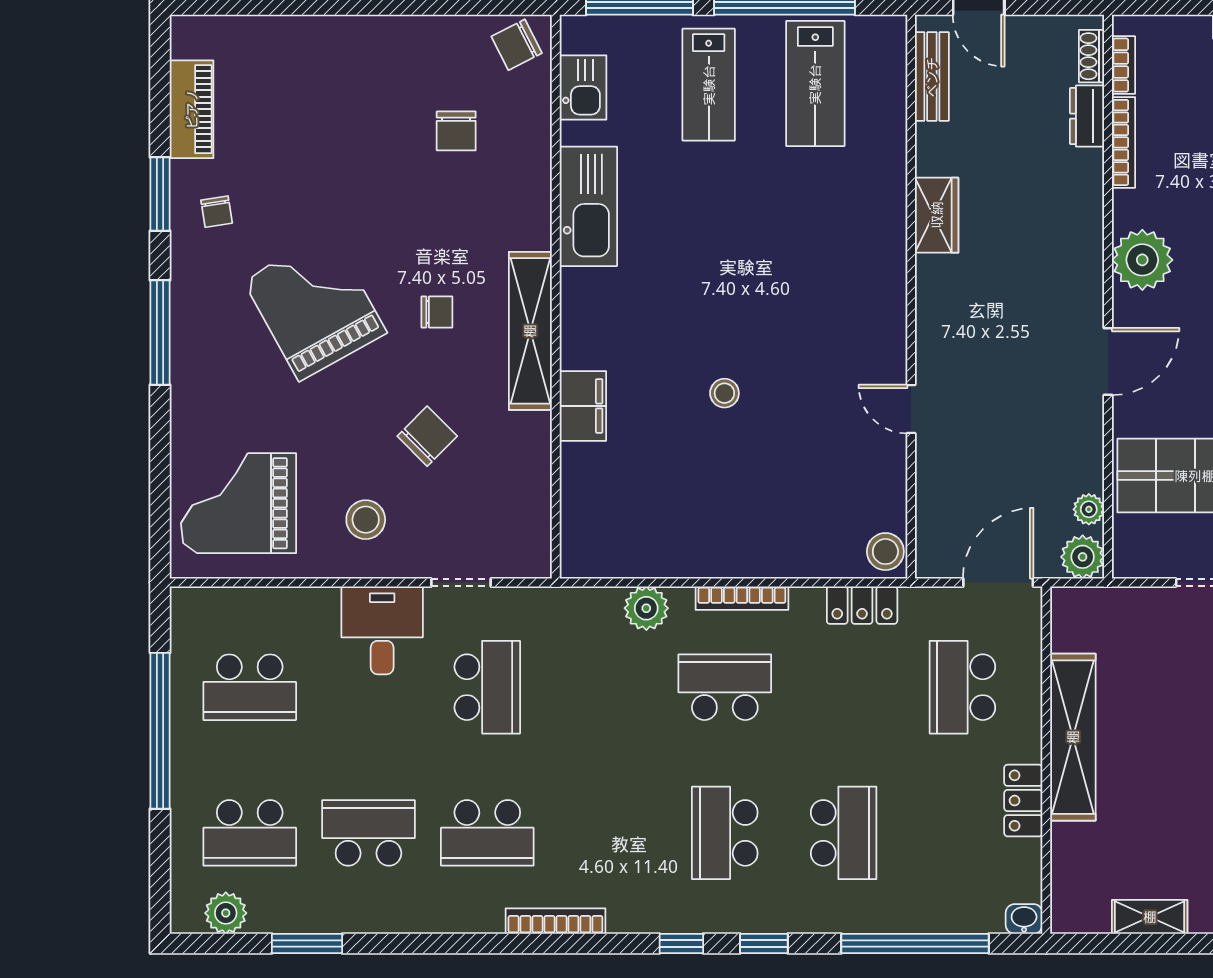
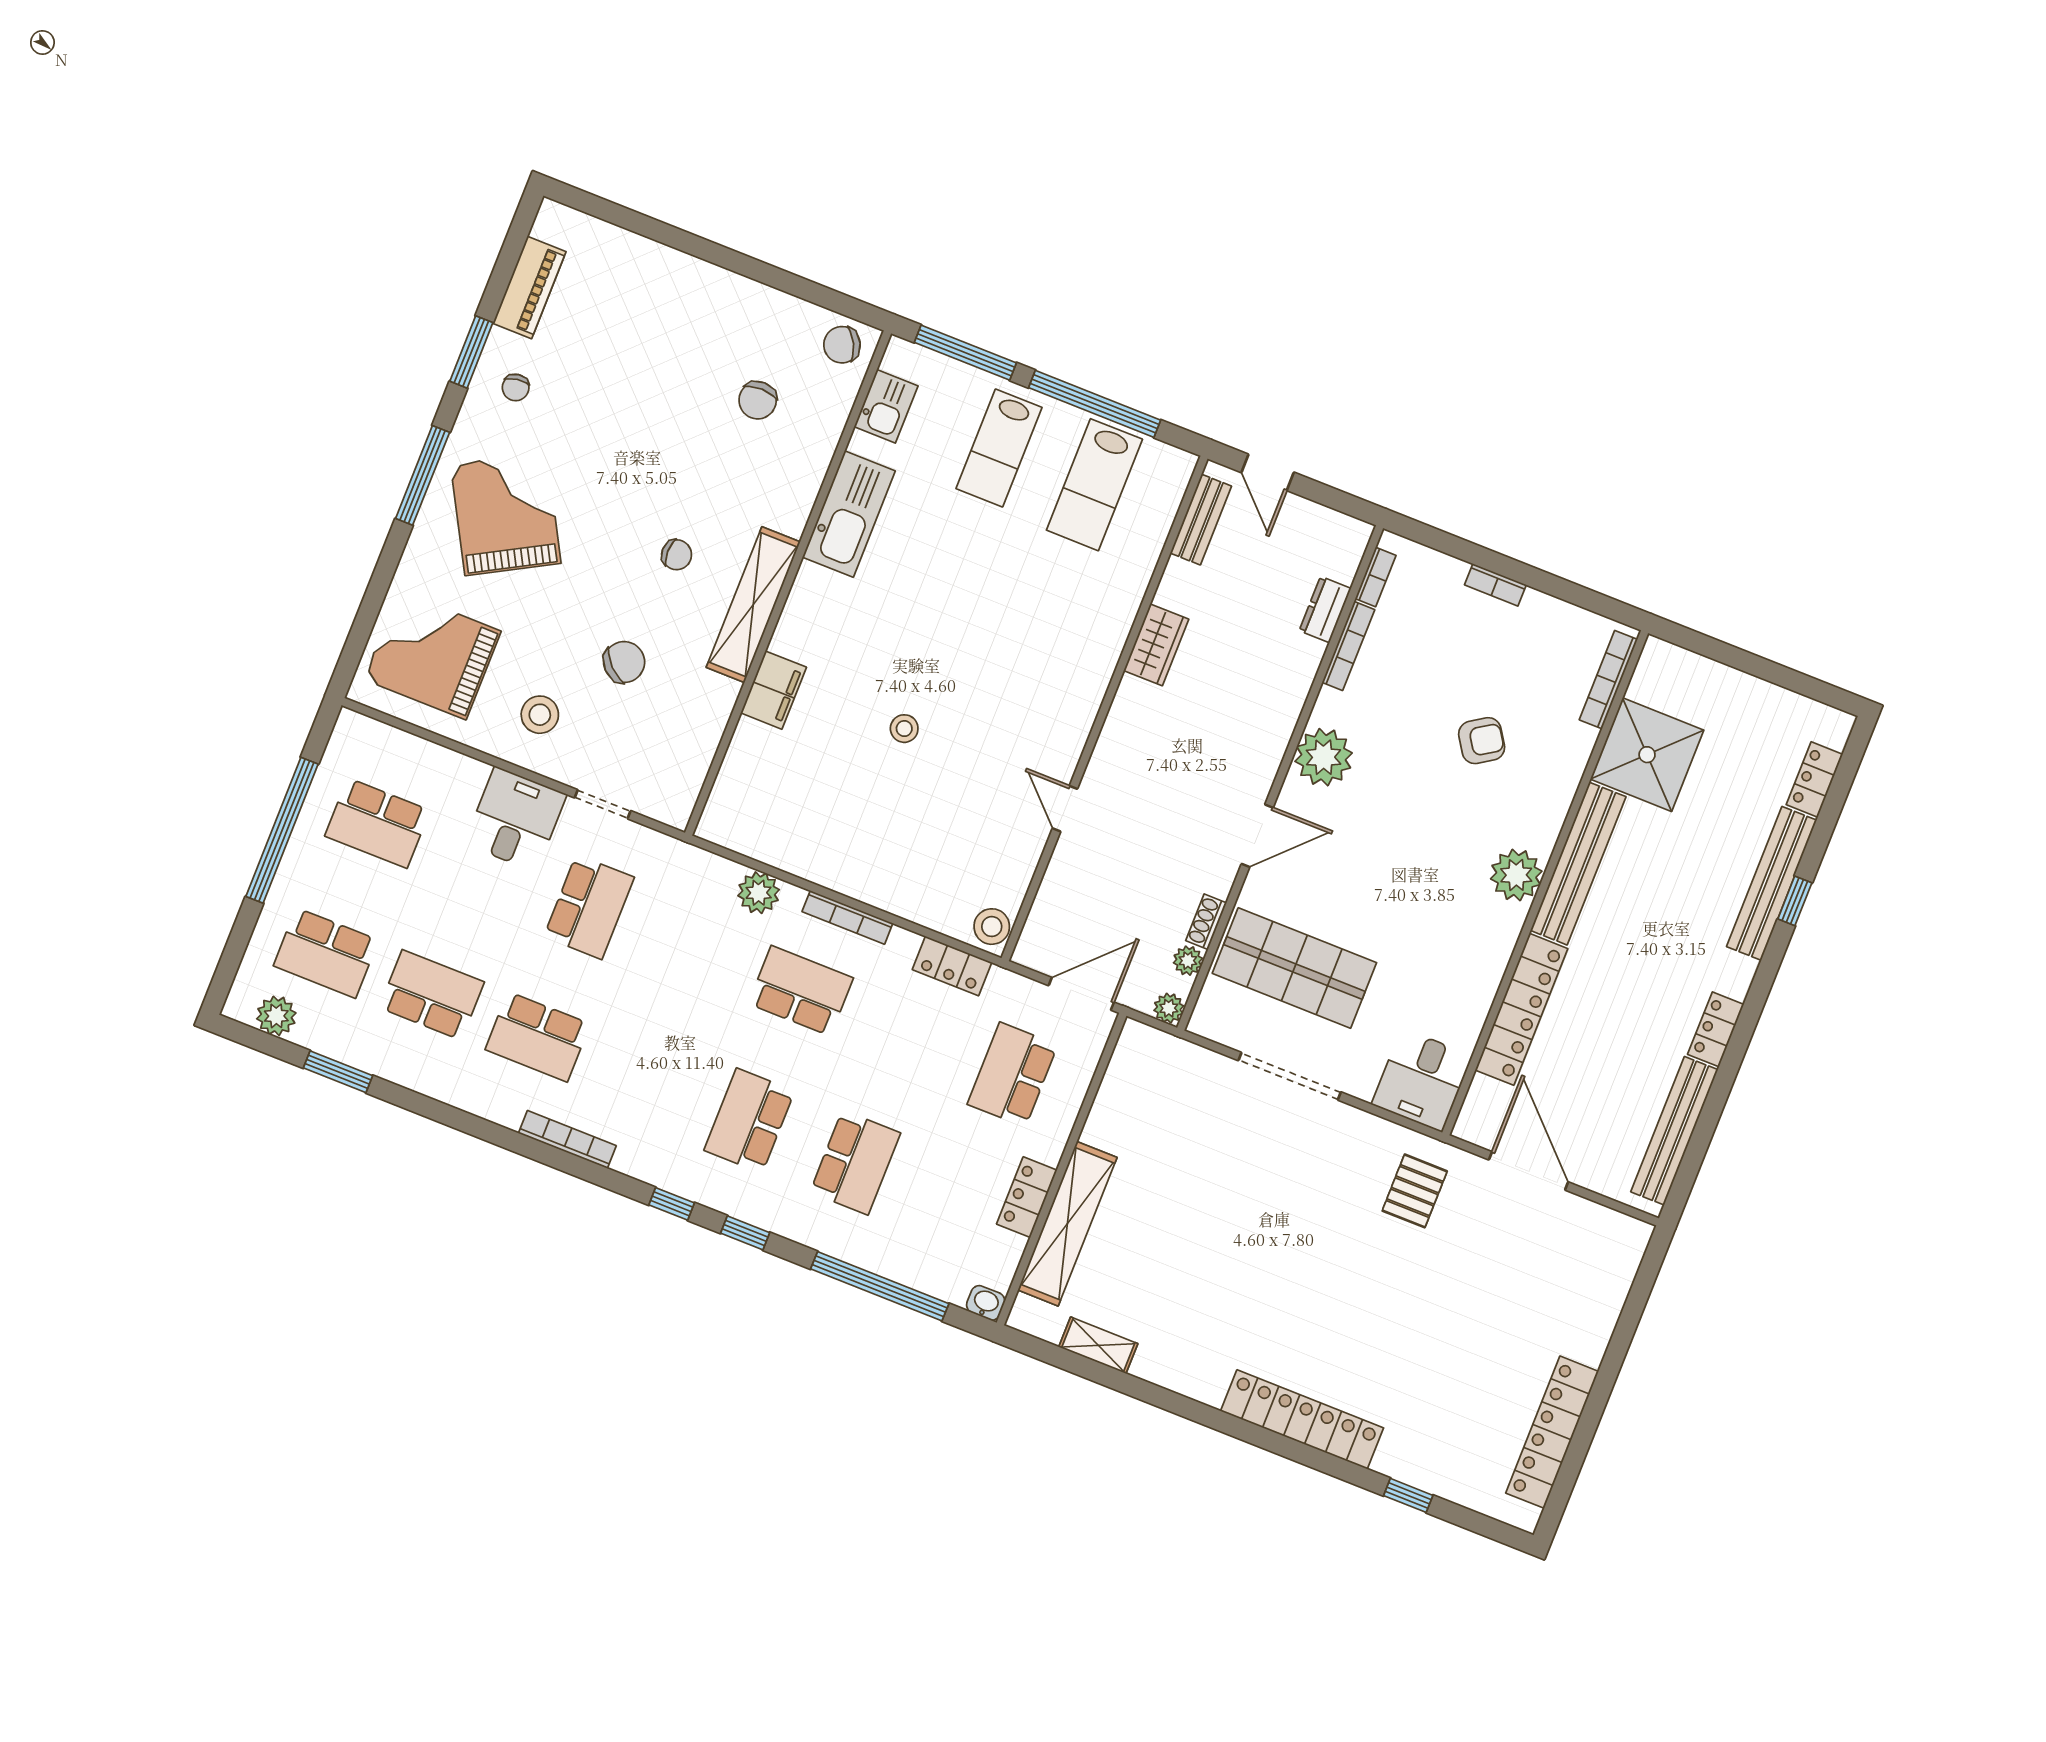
shoe rack: (1092, 56) -> (1206, 922), moved
grand piano: (315, 306) -> (506, 514), moved
plant: (1083, 557) -> (1169, 1008), width x0.73, depth x0.73
shelving: (1073, 737) -> (1067, 1224), moved

